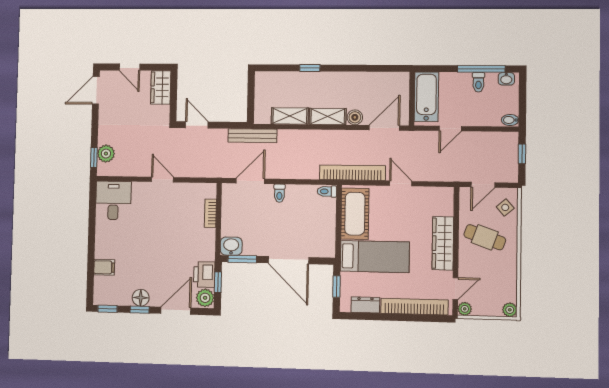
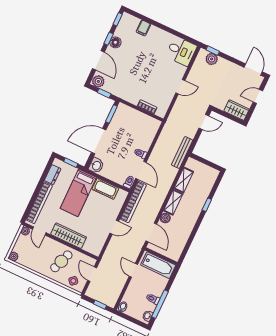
door: (250, 181) -> (141, 170), moved
cot: (355, 214) -> (105, 189), width x0.73, depth x0.75
washbasin: (231, 246) -> (96, 166), moved
printer: (204, 274) -> (112, 87), removed

